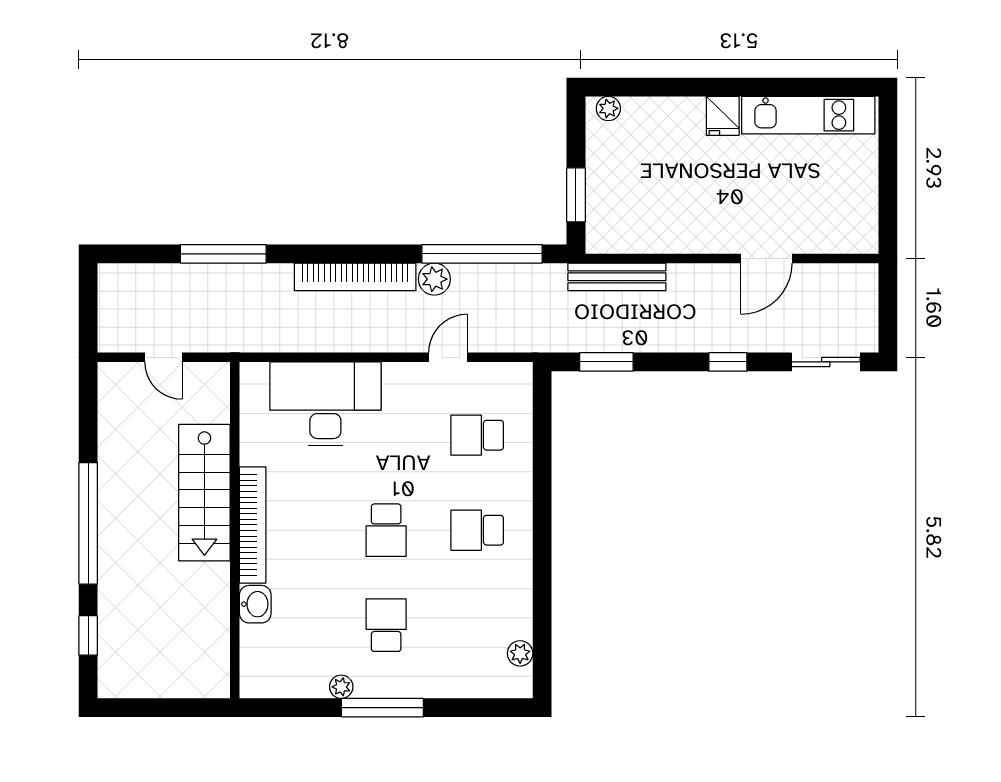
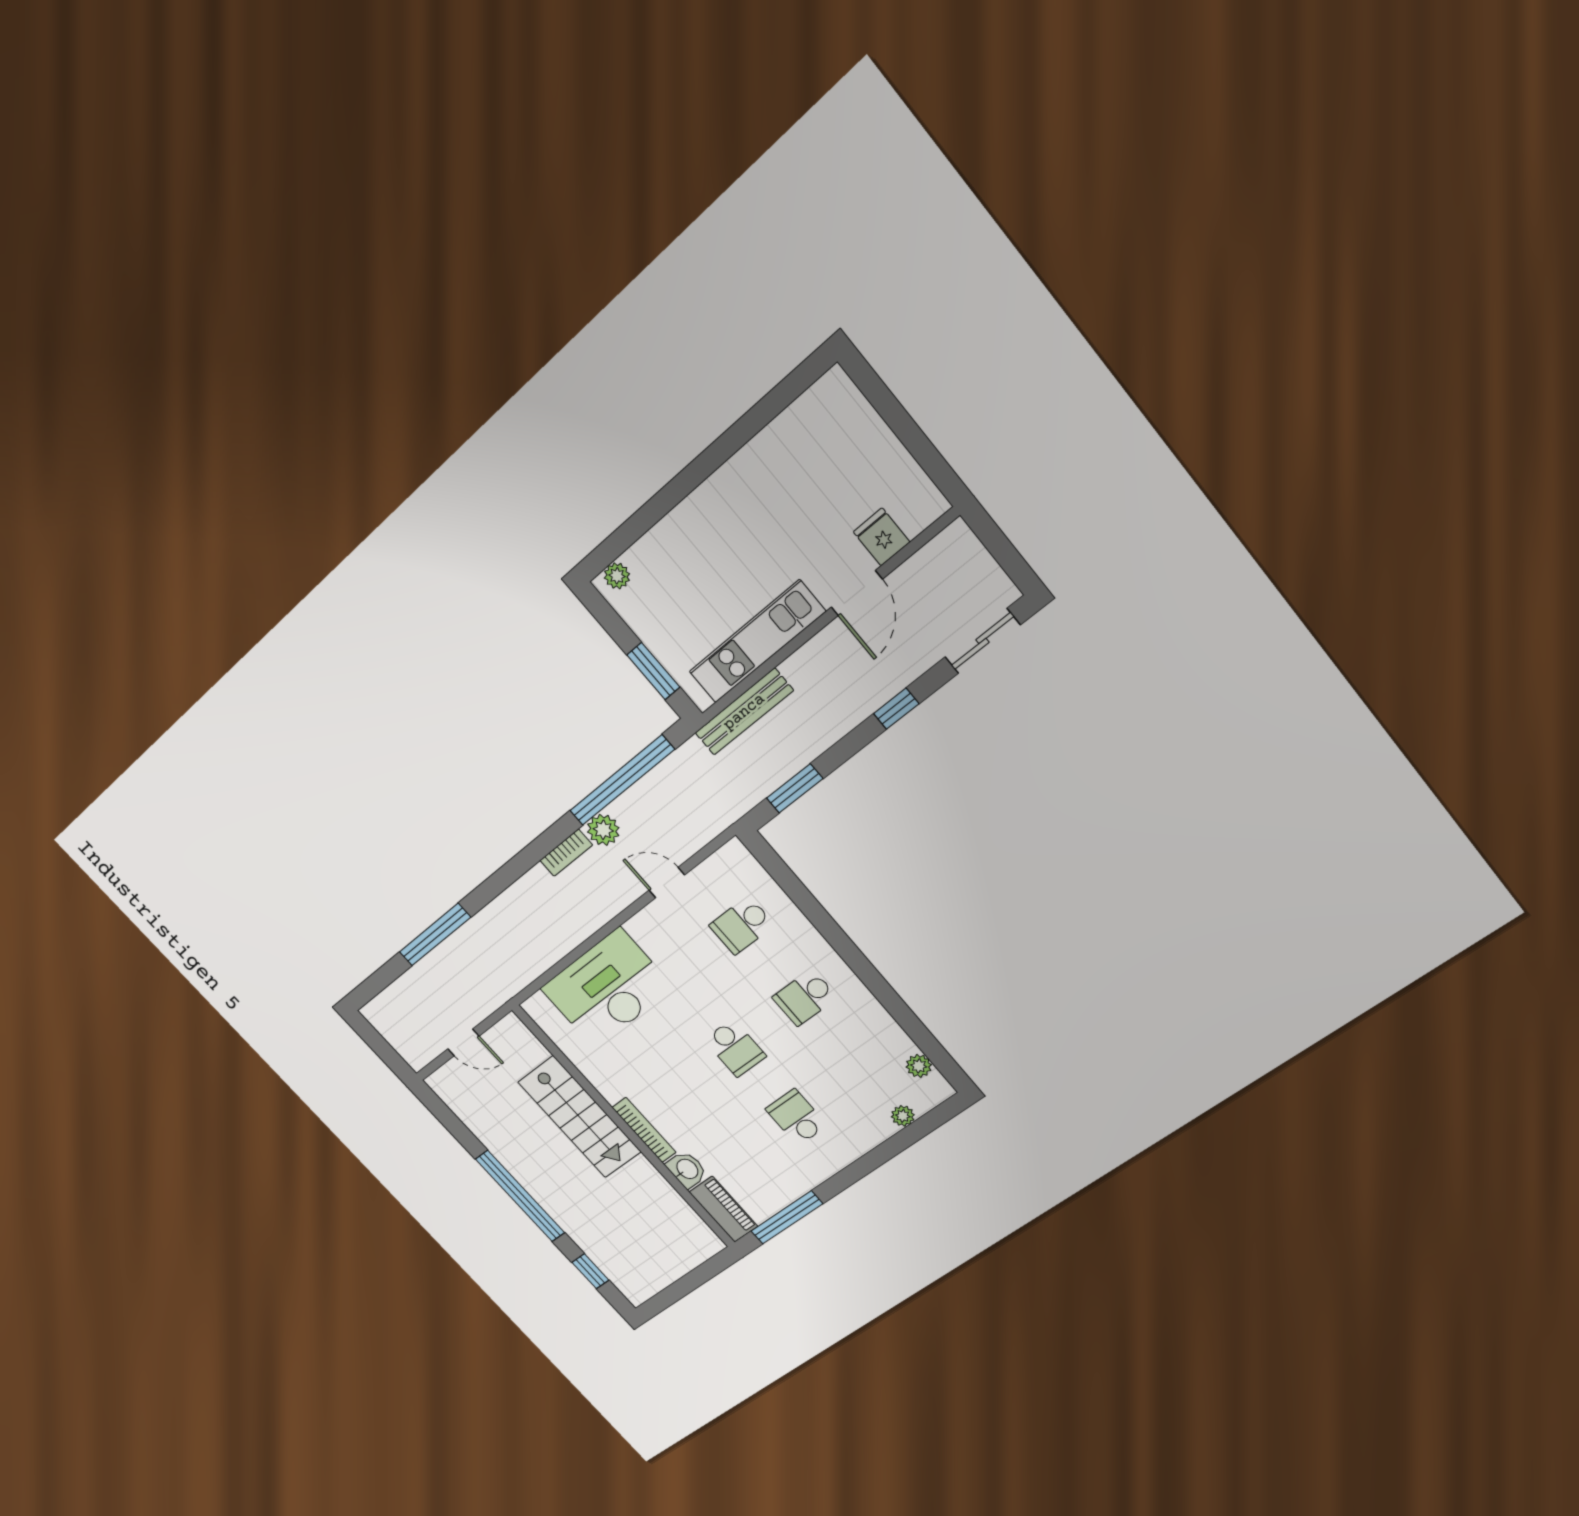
kitchen unit: (808, 115) -> (757, 642), moved, turned 180
fridge: (723, 116) -> (882, 537), moved, turned 180
bookcase: (355, 277) -> (566, 853), width x0.43, depth x0.76
door: (448, 357) -> (667, 883), hinge flipped
bookcase: (253, 525) -> (644, 1130), width x0.68, depth x0.76
piano: (256, 662) -> (723, 1209), added
plant: (341, 687) -> (903, 1116), moved
window: (382, 708) -> (787, 1217), moved

